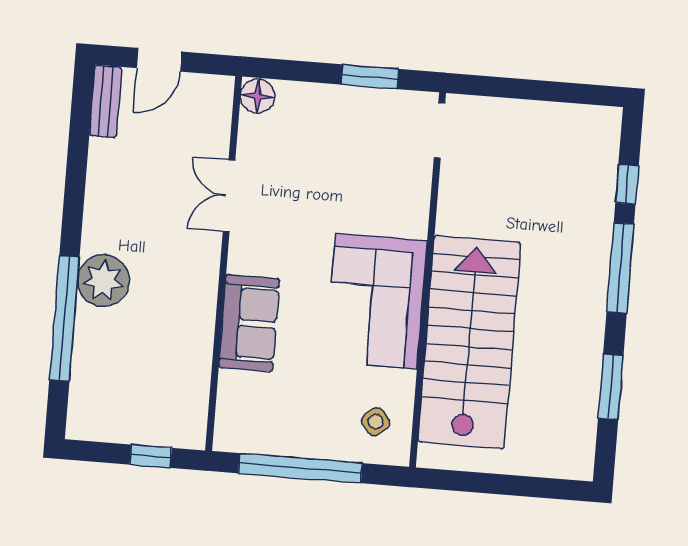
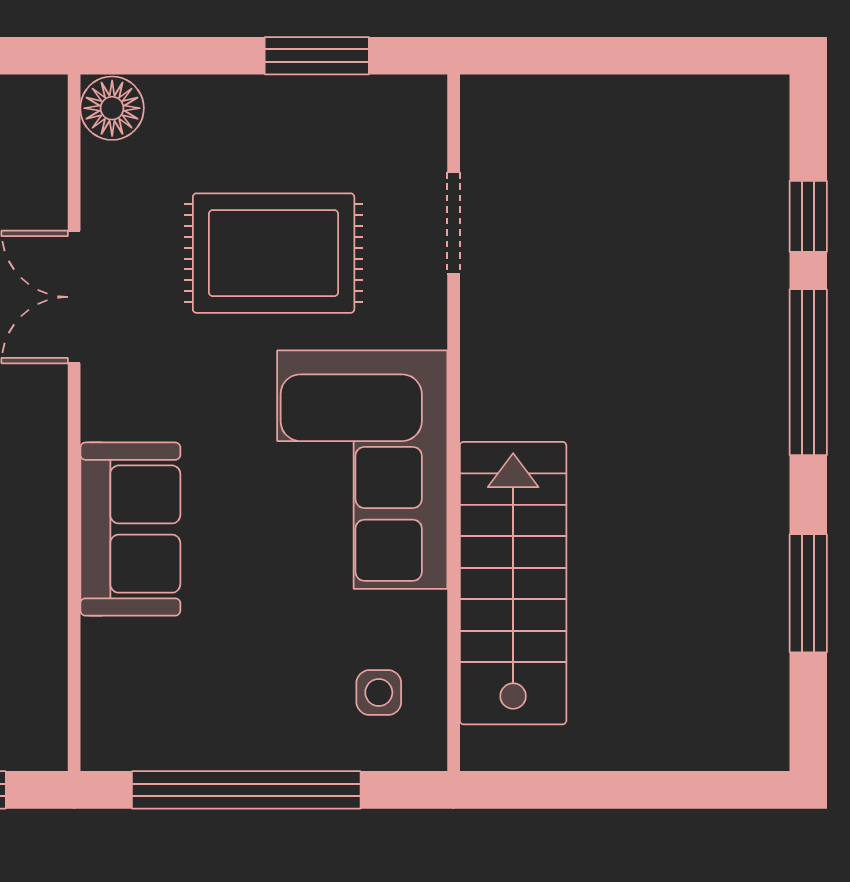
doorway: (440, 130) -> (454, 223), moved
rug: (338, 181) -> (274, 253), added
stairs: (469, 342) -> (513, 583), width x0.73, depth x0.66
side table: (376, 422) -> (379, 693), turned 38

